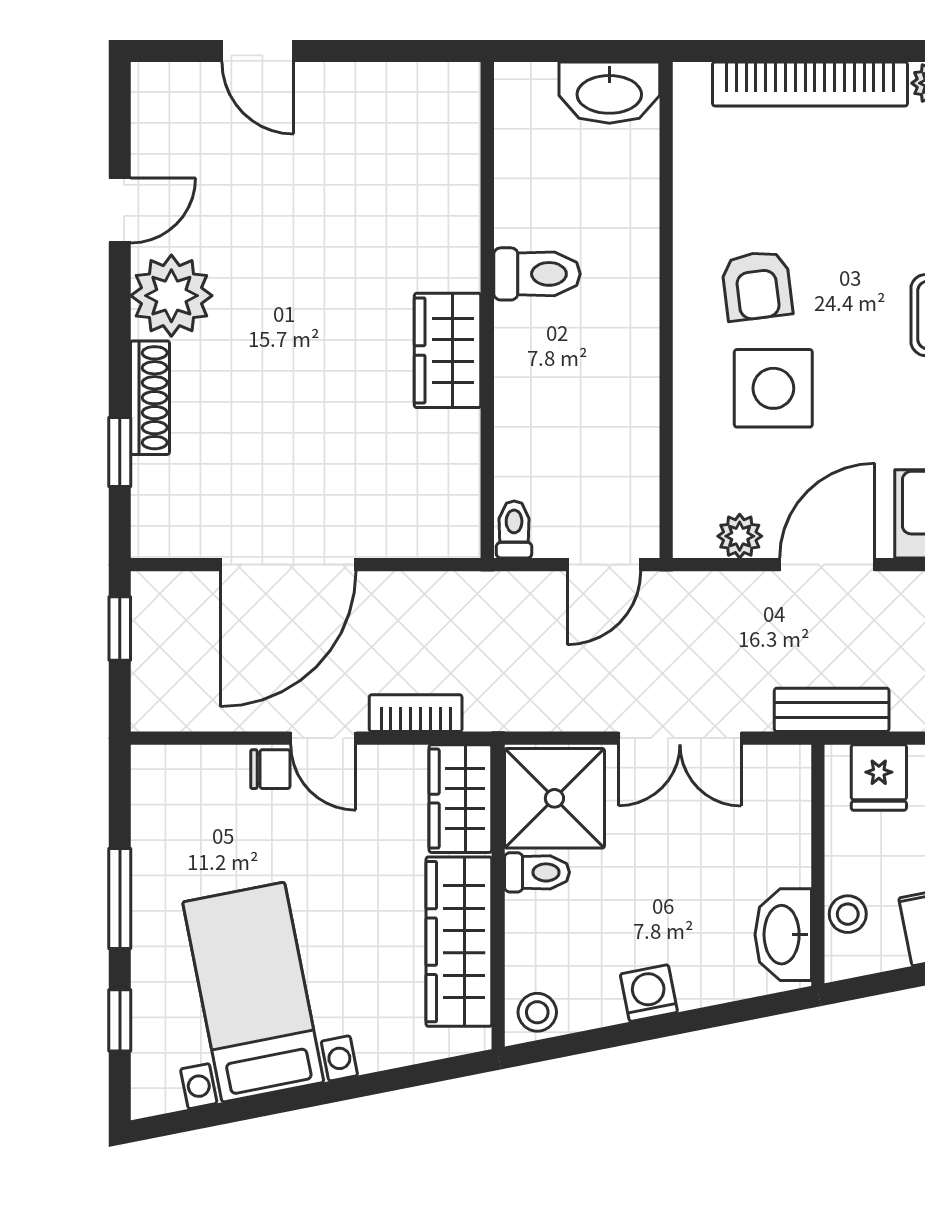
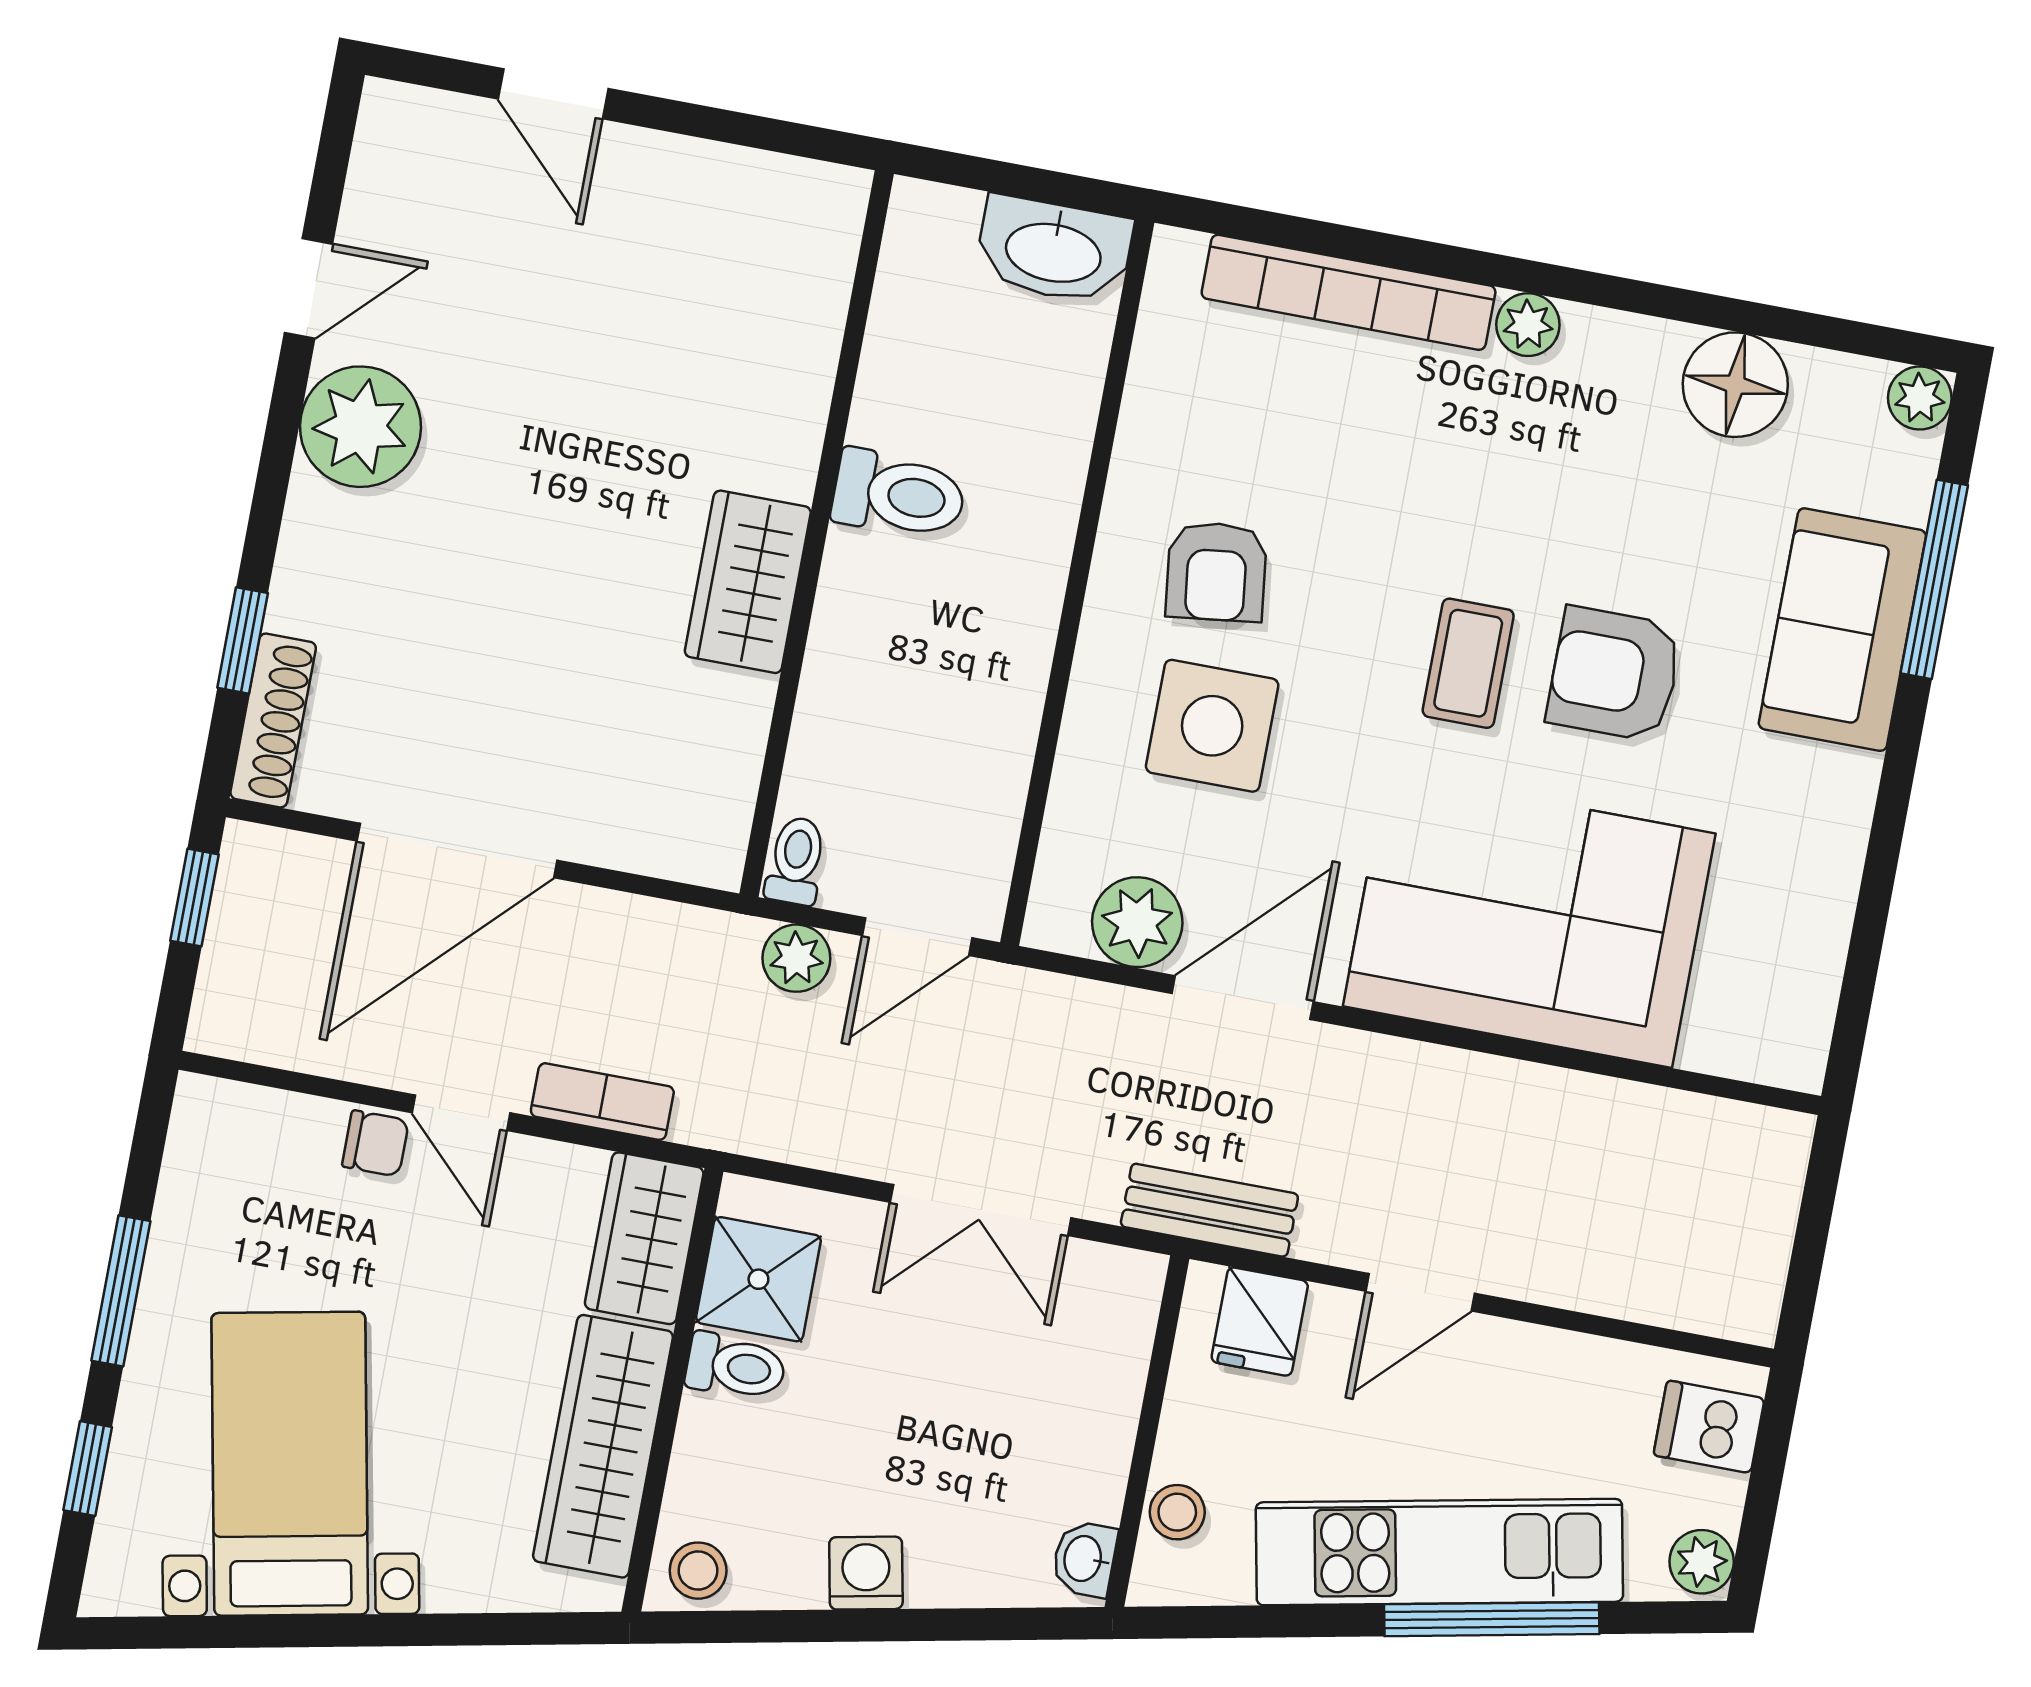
shoe rack: (150, 398) -> (273, 720), moved
plant: (740, 536) -> (1137, 922), width x1.38, depth x1.38
plant: (526, 594) -> (796, 958), added
shower: (554, 798) -> (758, 1279), width x0.73, depth x0.73
washbasin: (783, 935) -> (1084, 1559), width x0.52, depth x0.69

